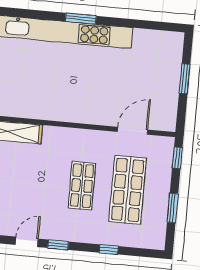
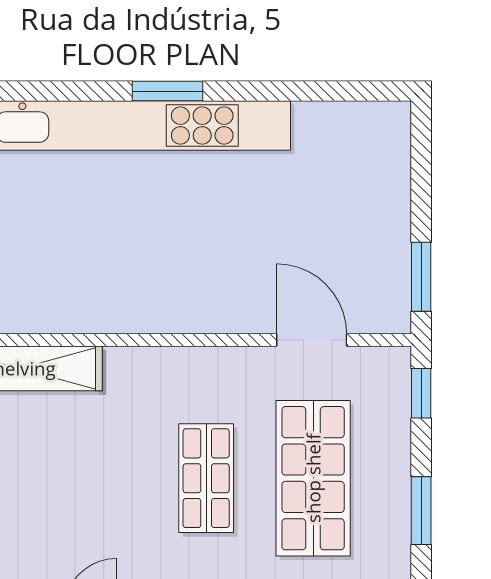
window: (185, 79) -> (421, 277), moved
door: (133, 131) -> (312, 340), hinge flipped

